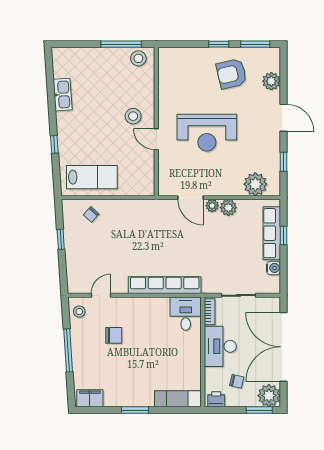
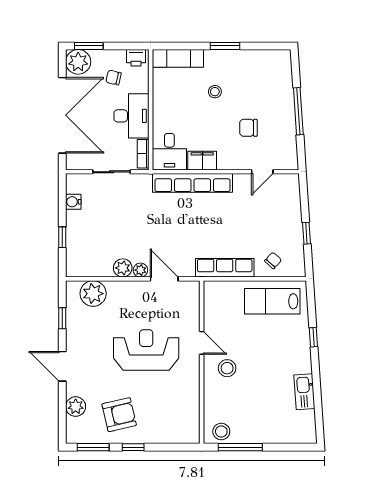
row of seats: (272, 233) -> (225, 268), moved, turned -90
stool: (79, 312) -> (215, 92), moved
filing cabinet: (90, 398) -> (202, 161), moved, turned 180

